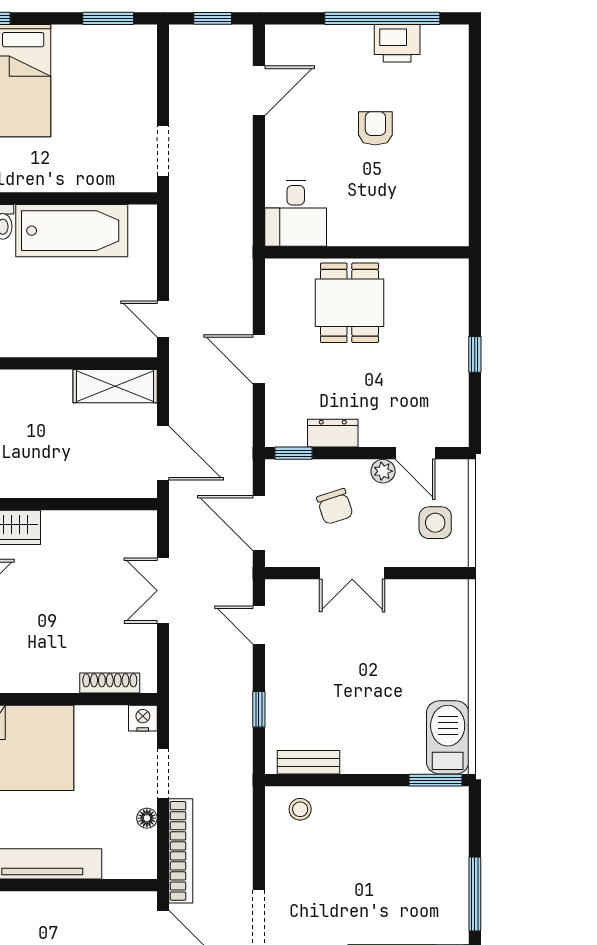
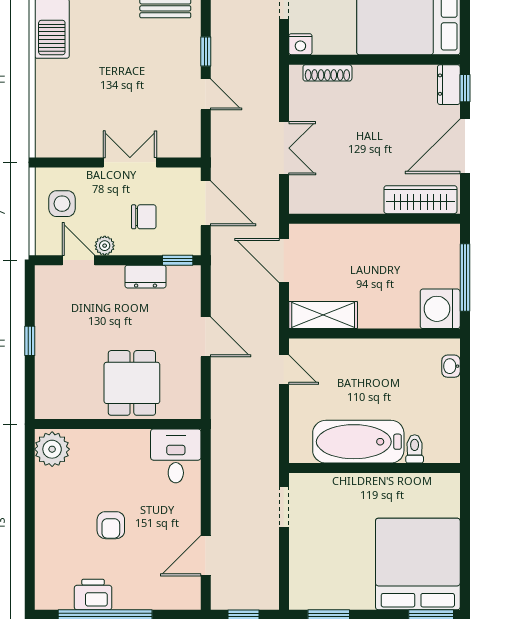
plant: (447, 221) -> (52, 449), added
chair: (335, 507) -> (144, 217), turned 108
door: (259, 625) -> (206, 94), moved

